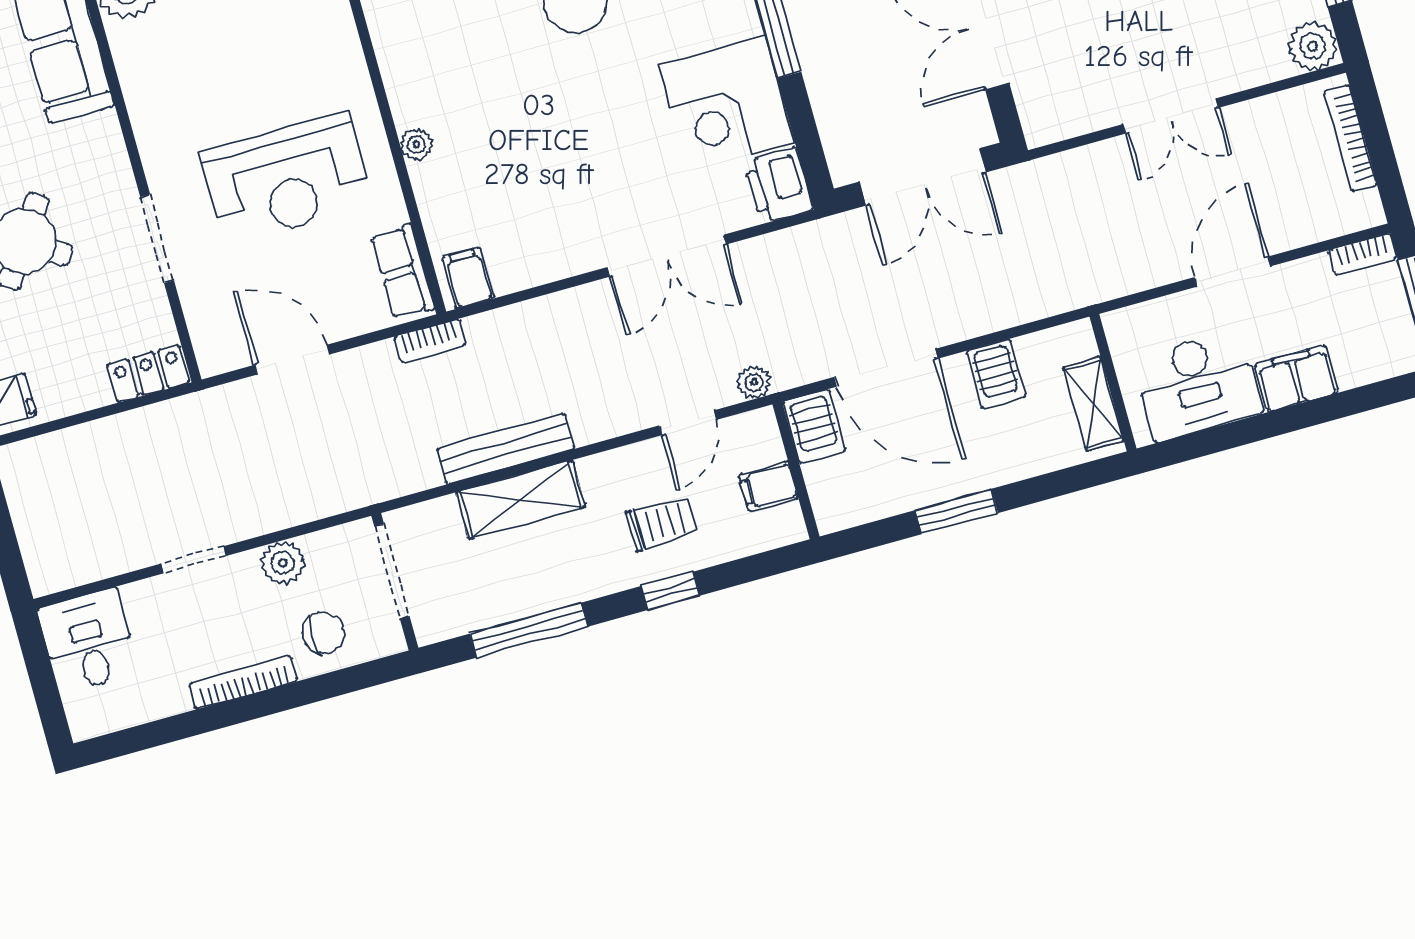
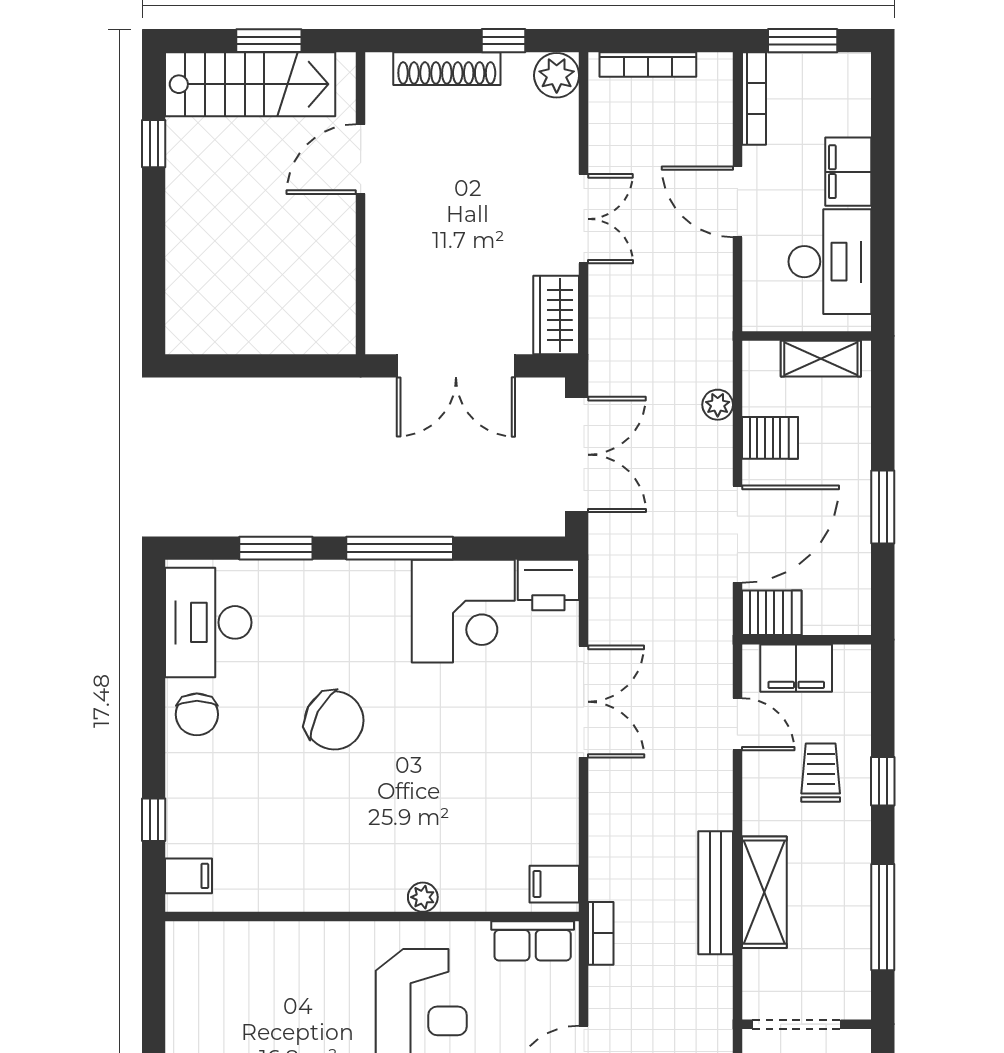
wardrobe: (1062, 115) -> (556, 315), added
bookcase: (1363, 254) -> (754, 99), width x1.56
plant: (754, 382) -> (718, 405), moved
filing cabinet: (768, 486) -> (796, 668), width x2.00

